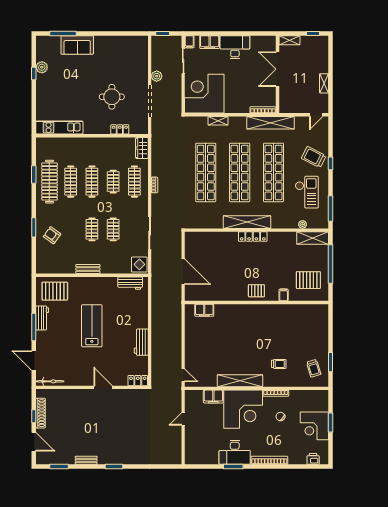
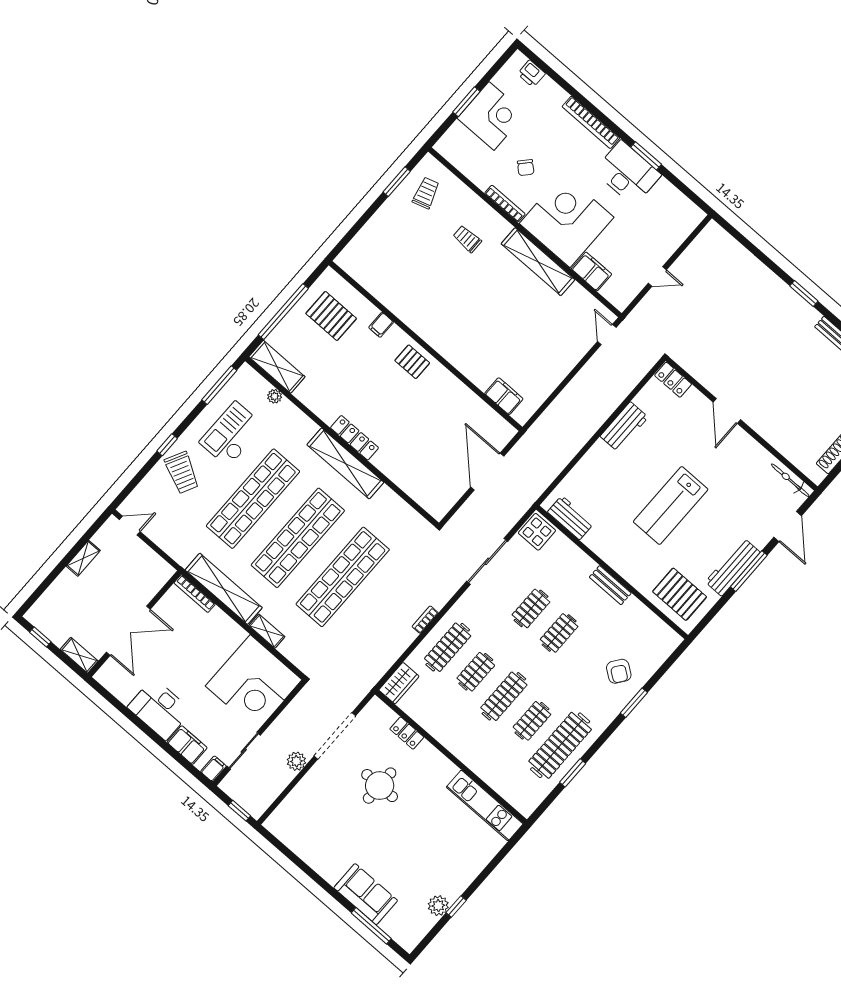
shelving: (271, 123) -> (224, 589), moved
clothes rail: (71, 182) -> (532, 721), width x0.73
workbench: (42, 318) -> (733, 567), width x1.38

